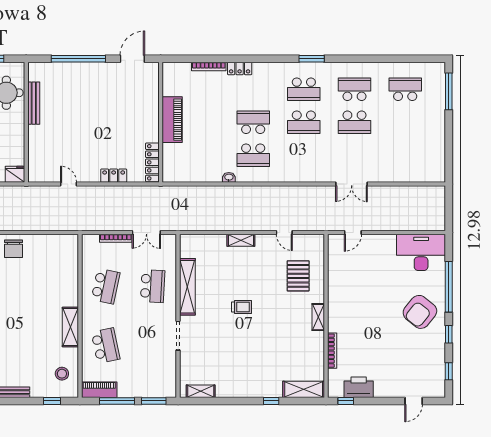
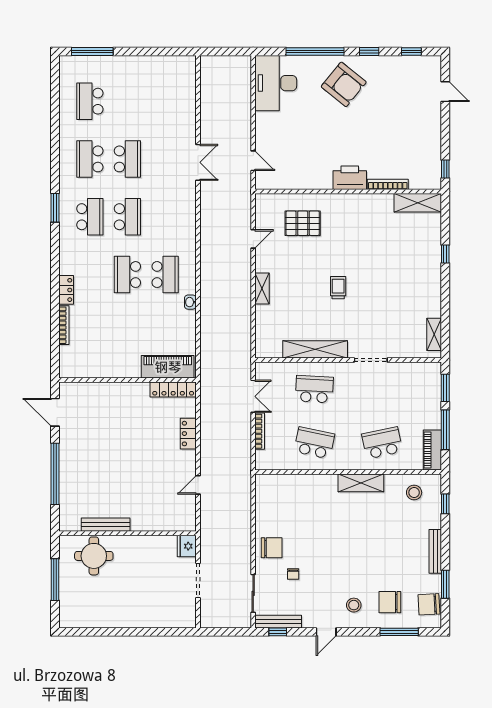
piano: (172, 120) -> (168, 367), moved
shelving: (318, 317) -> (350, 200), removed
printer: (359, 387) -> (350, 178), moved, turned 90
shelving: (304, 389) -> (418, 203), moved, turned 90

